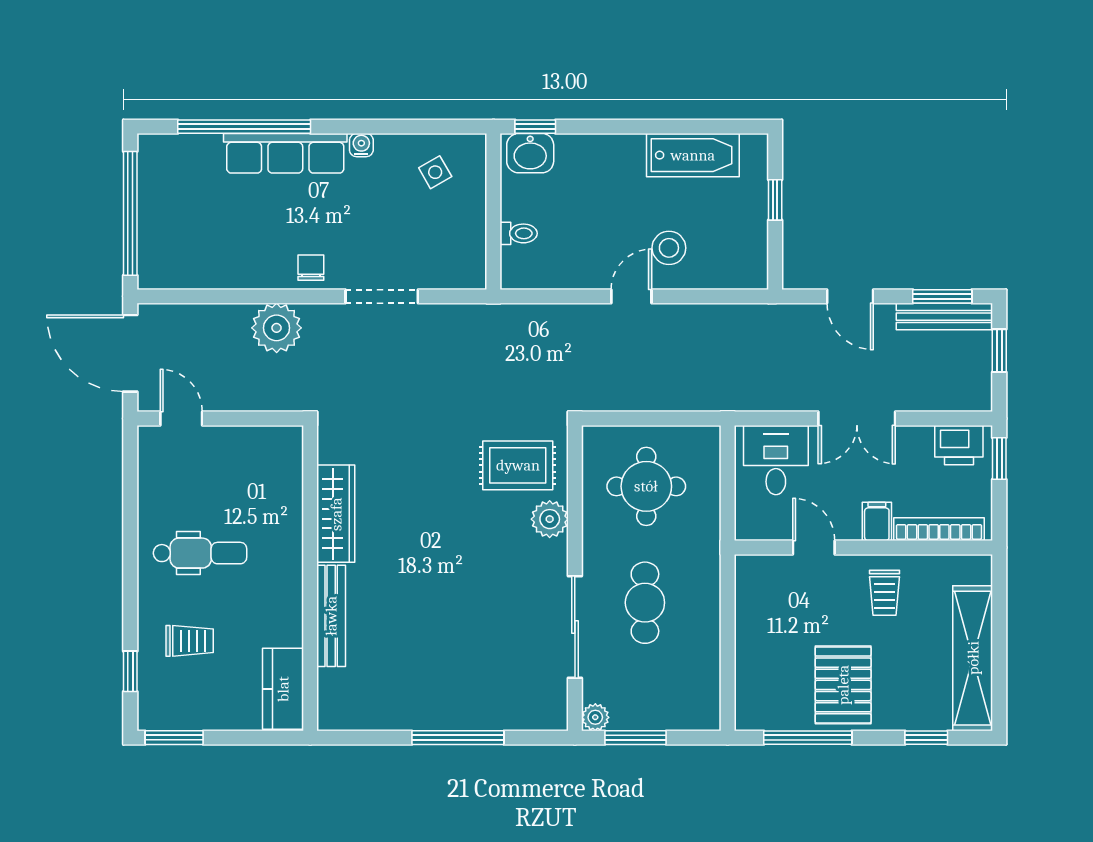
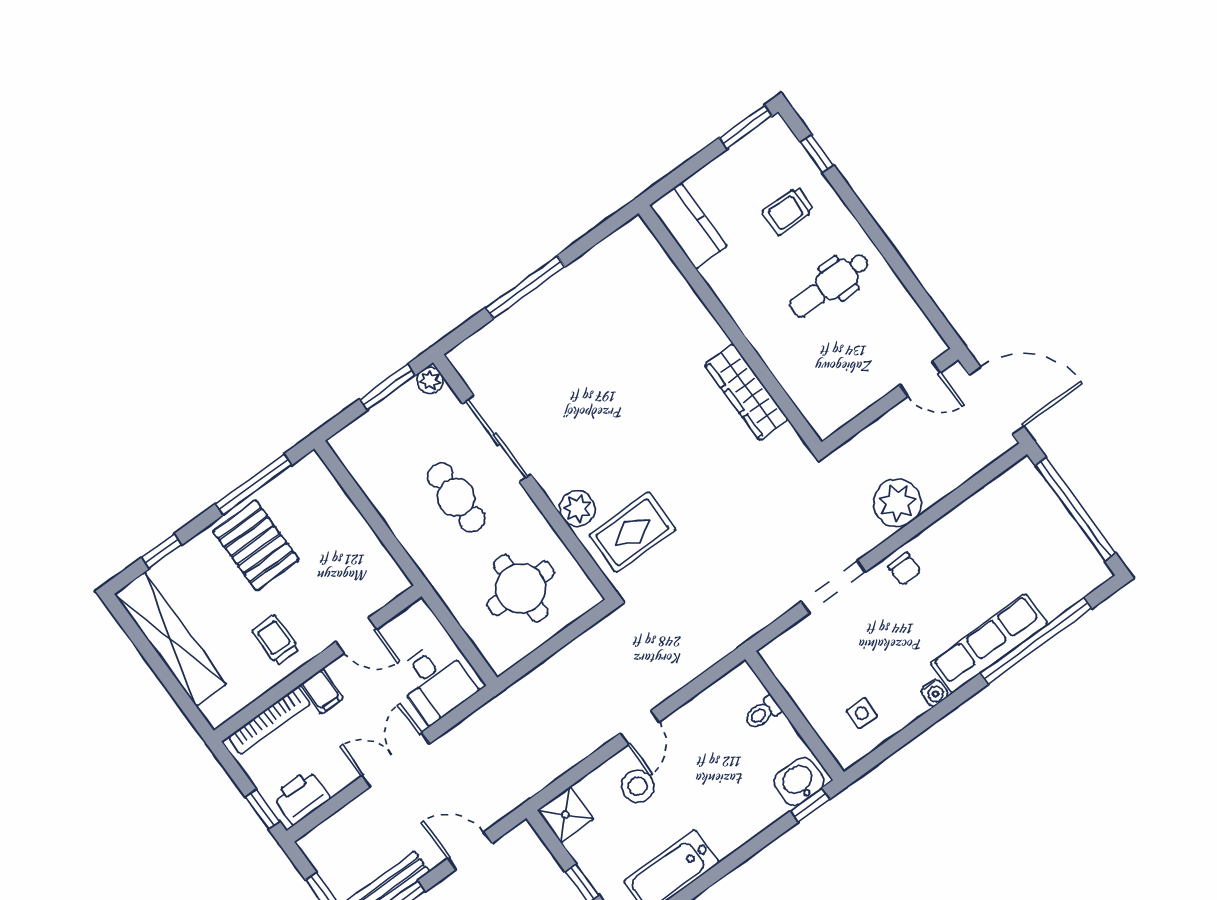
side table: (435, 172) -> (862, 713), turned 30
shower: (747, 268) -> (565, 815), added
bench: (331, 616) -> (692, 310), removed

